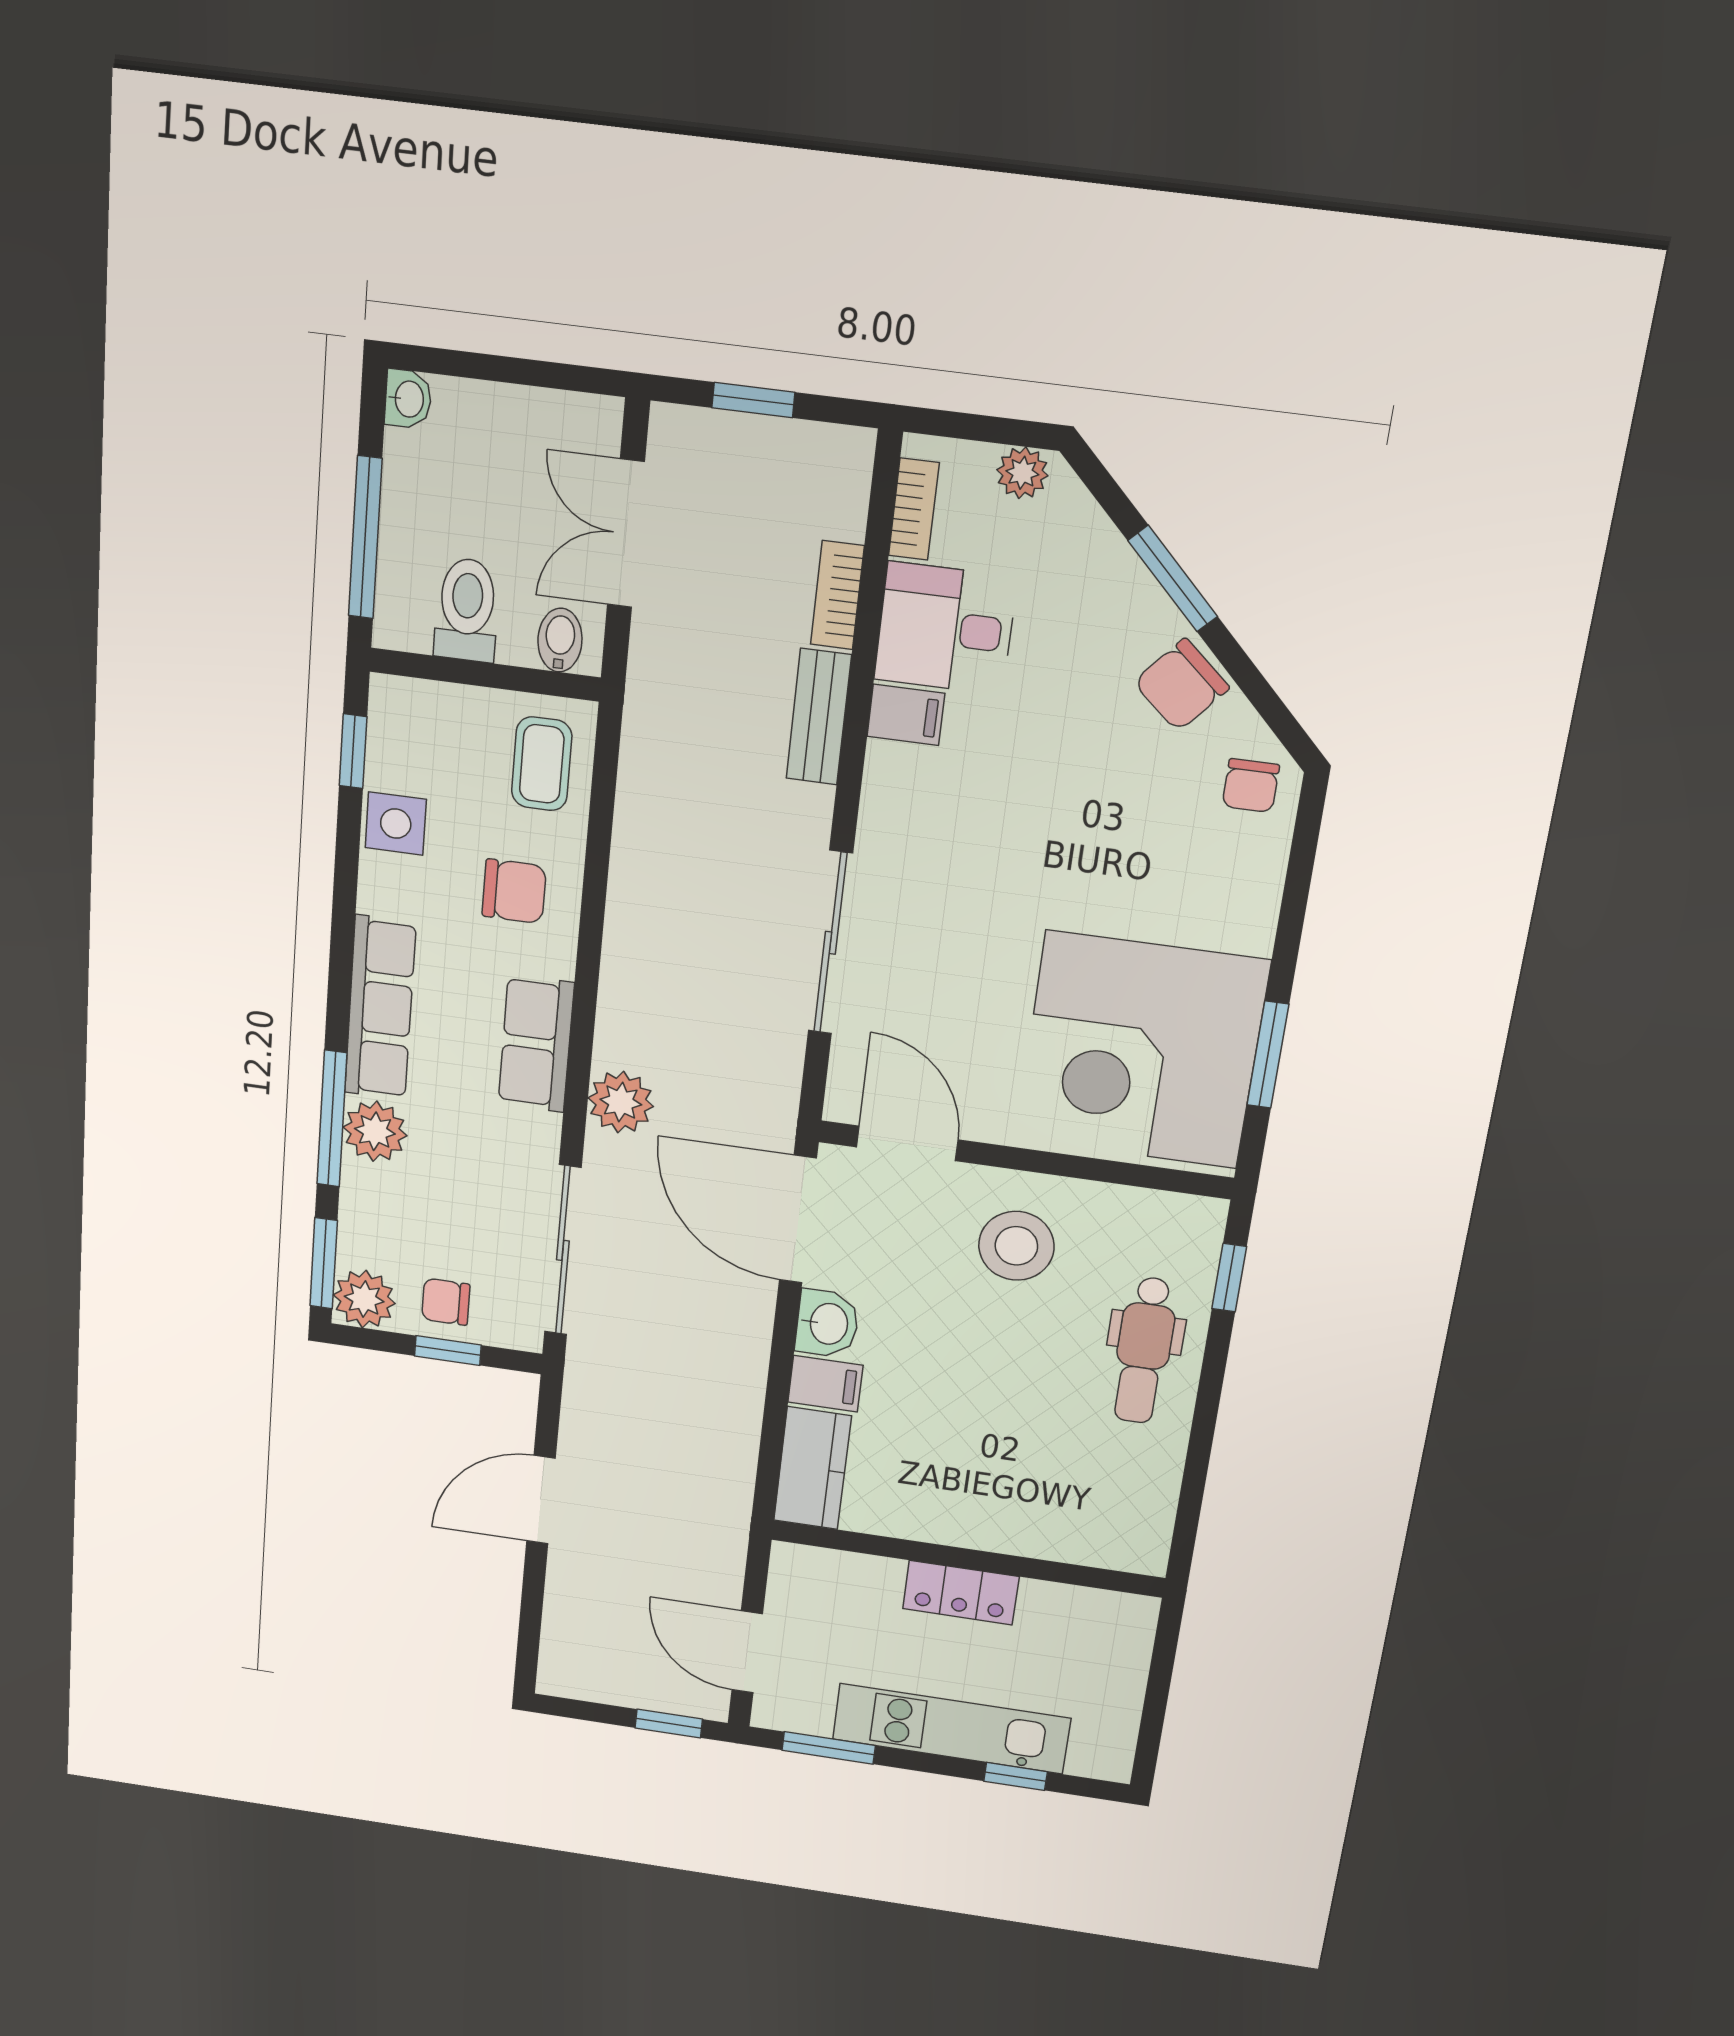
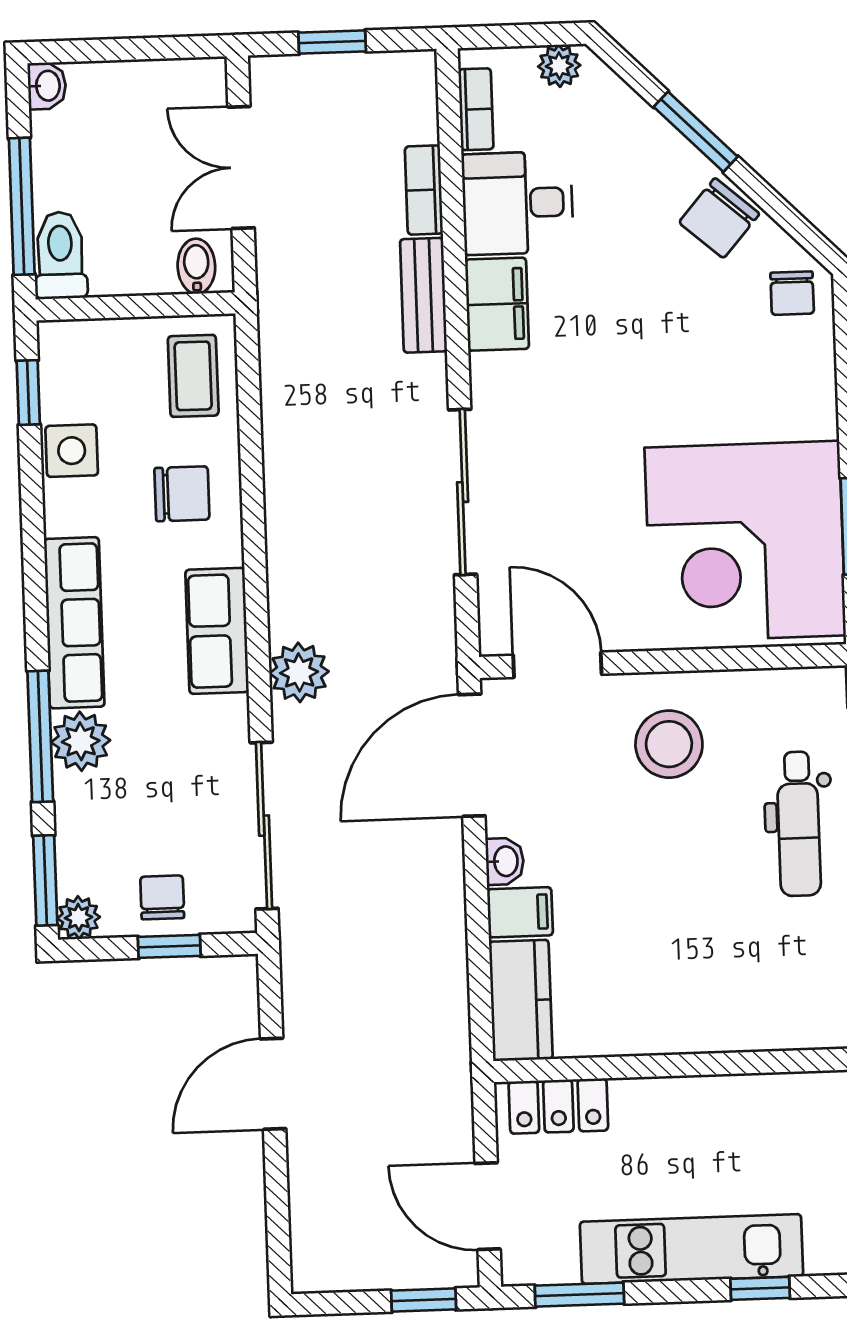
toilet: (467, 610) -> (60, 255), moved
filing cabinet: (906, 715) -> (497, 304), width x2.00
door: (798, 1219) -> (472, 755), hinge flipped
plant: (364, 1299) -> (79, 918), width x0.73, depth x0.73
chair: (446, 1302) -> (162, 897), turned 90
washbasin: (827, 1324) -> (505, 861), width x0.72, depth x0.69
locker: (961, 1593) -> (558, 1106), moved

